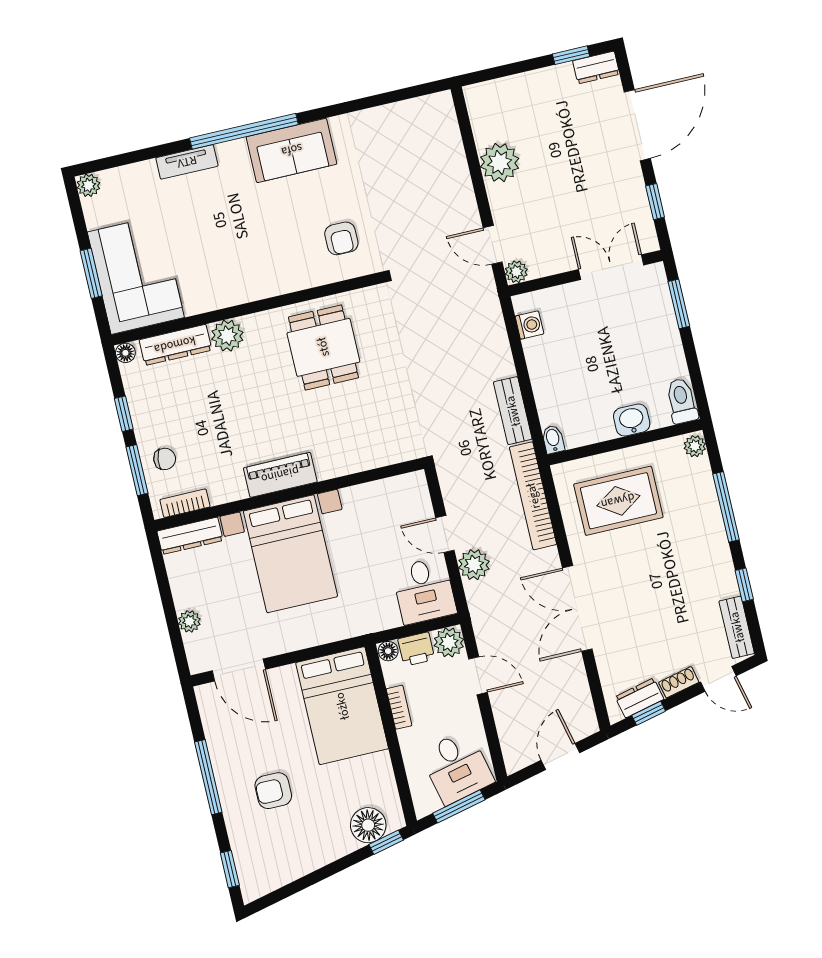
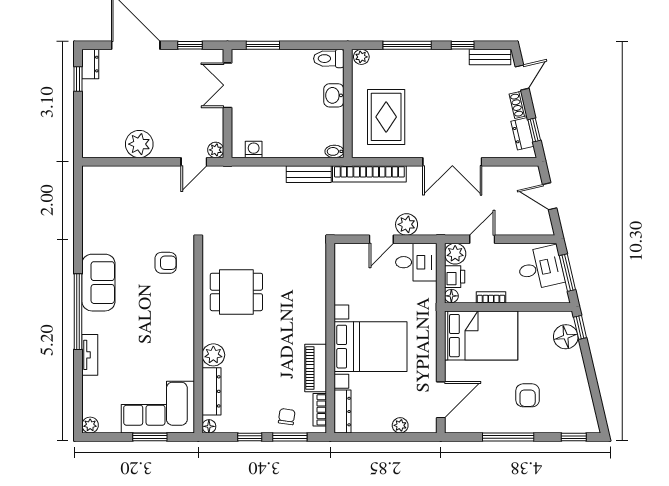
piano: (280, 475) -> (316, 368), moved

